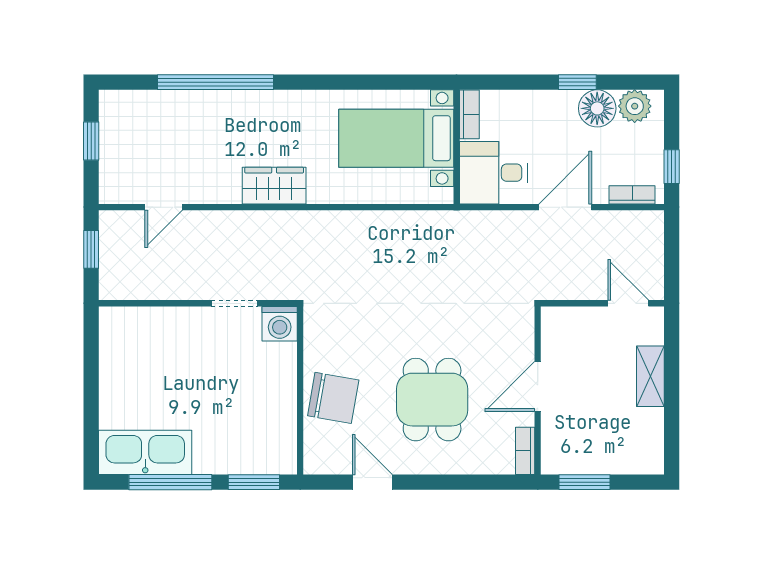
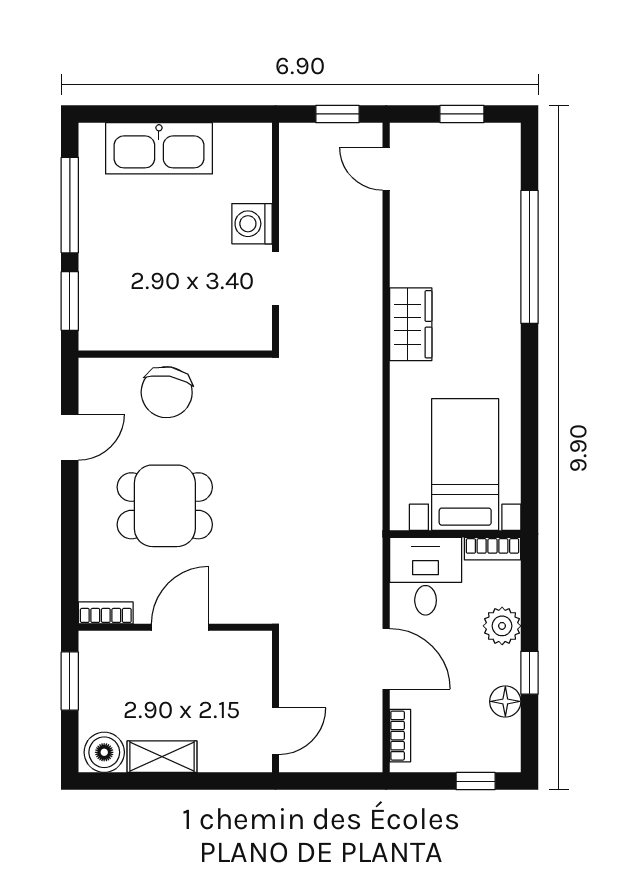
plant: (635, 106) -> (502, 626), moved
floor lamp: (597, 108) -> (505, 701), width x0.73, depth x0.73
window: (672, 167) -> (476, 781), moved
door: (164, 207) -> (386, 169), moved
washing machine: (280, 324) -> (252, 224), moved
shelving: (650, 376) -> (162, 757), moved
door: (538, 386) -> (180, 627), hinge flipped
kitchen sink: (145, 452) -> (159, 148), moved, turned 90
boiler: (647, 452) -> (104, 752), added

